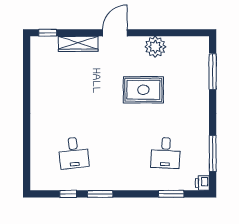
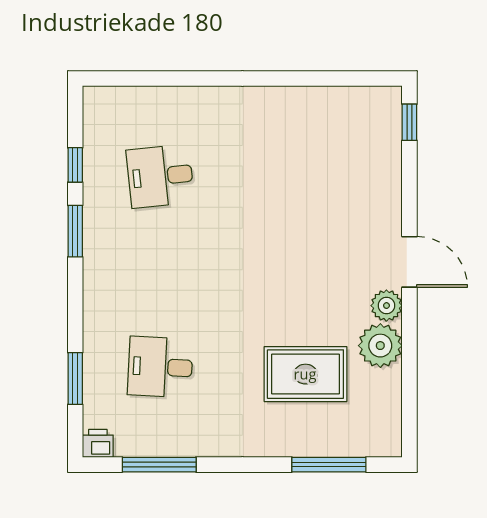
wardrobe: (78, 44) -> (386, 186), removed
plant: (136, 44) -> (386, 306), added
rug: (143, 90) -> (305, 374), moved, turned 90

